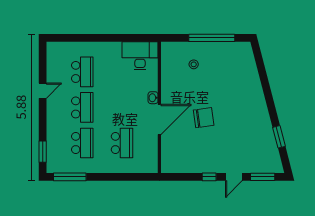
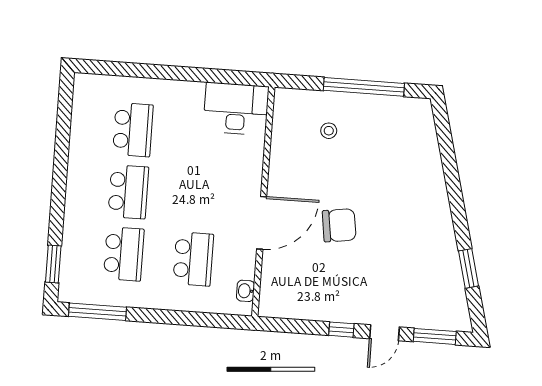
door: (43, 91) -> (61, 157), removed
washbasin: (153, 98) -> (245, 291), moved

